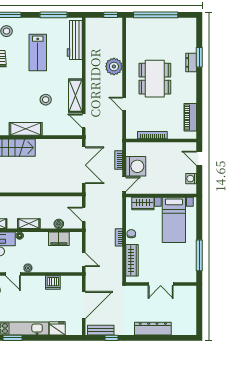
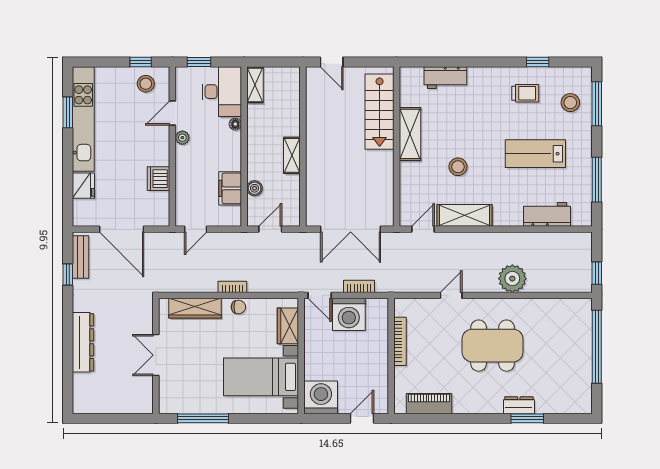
workbench: (75, 40) -> (547, 214), width x0.73
washing machine: (191, 179) -> (321, 397), width x1.89, depth x1.89
shelving: (29, 224) -> (292, 155), moved

